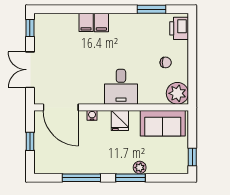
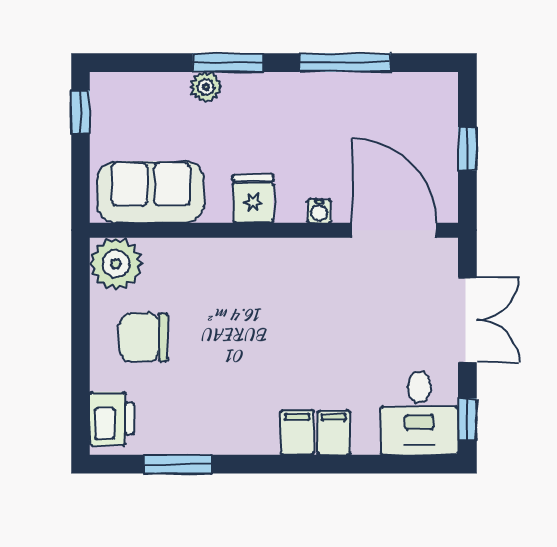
chair: (166, 62) -> (144, 337), width x1.87, depth x1.87
desk: (121, 87) -> (419, 413), moved, turned 180

